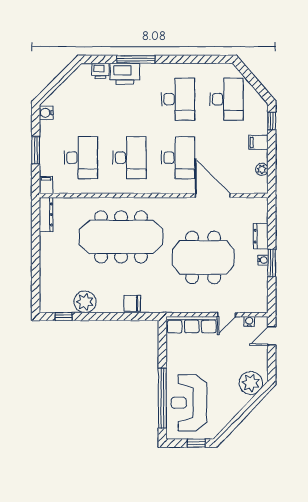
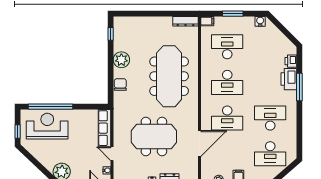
desk: (178, 99) -> (270, 118), turned 180
desk: (81, 158) -> (227, 47), turned 180
meeting table: (203, 257) -> (154, 137), turned 90
plant: (85, 302) -> (121, 60), moved

